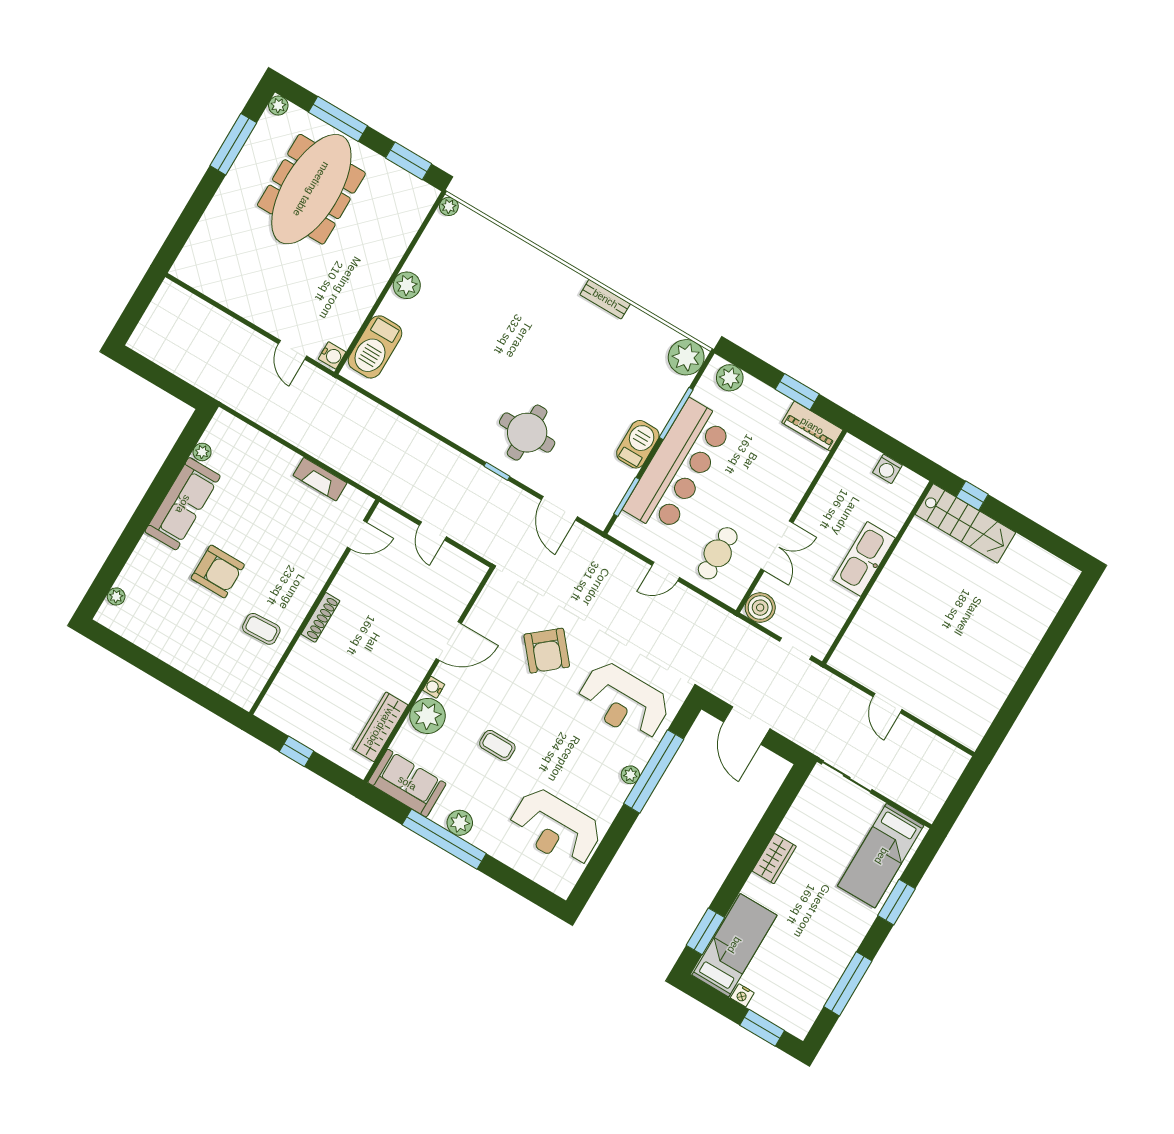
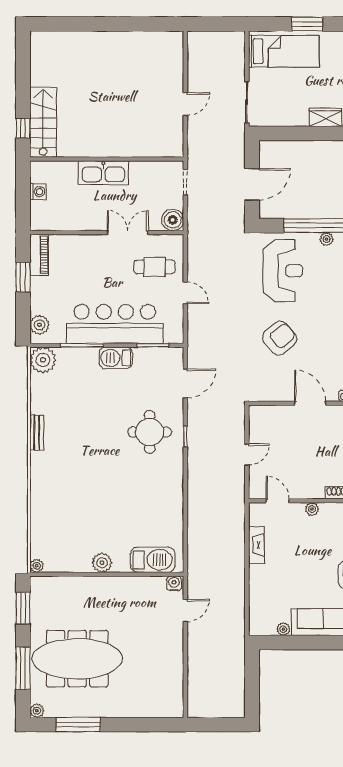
plant: (323, 569) -> (312, 509), added

